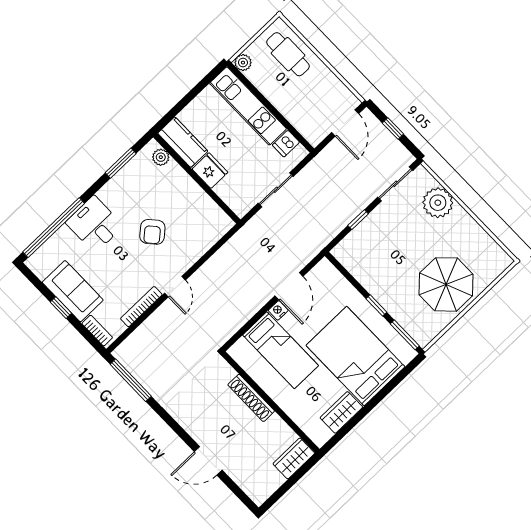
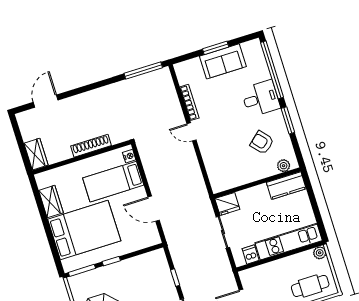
window: (121, 163) -> (288, 120), moved
fridge: (210, 171) -> (227, 204), moved
armchair: (152, 232) -> (262, 143), moved
window: (61, 308) -> (216, 48), width x1.50
nightstand: (278, 310) -> (129, 156), moved
bookcase: (97, 331) -> (188, 65), removed
door: (208, 461) -> (46, 101), moved

